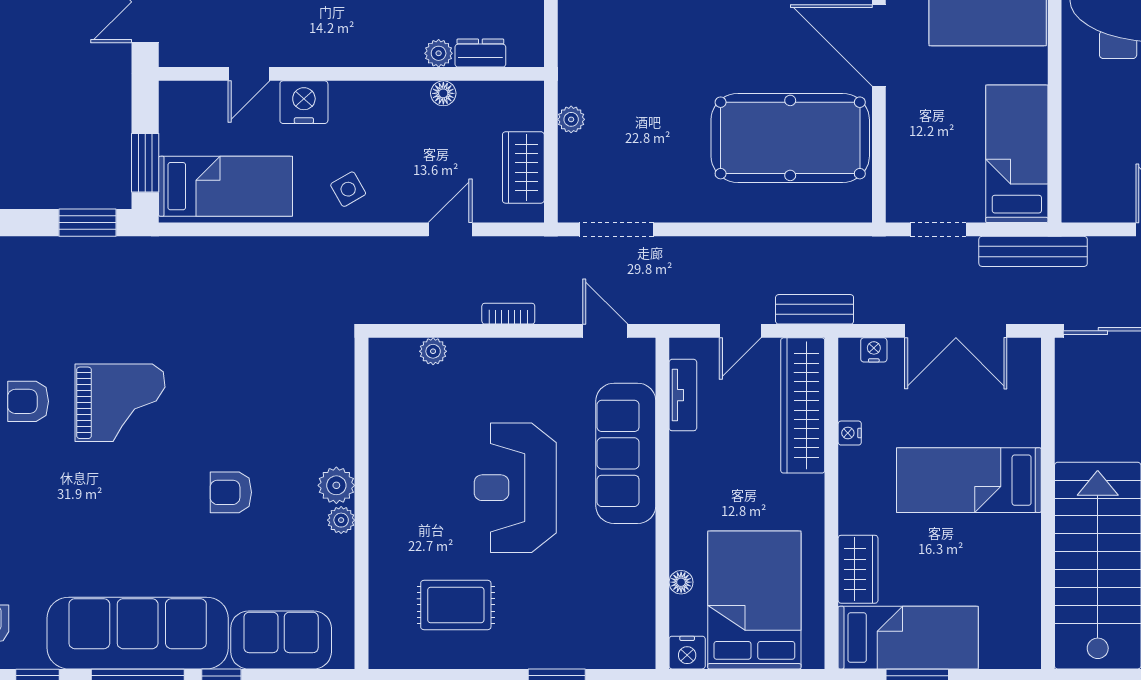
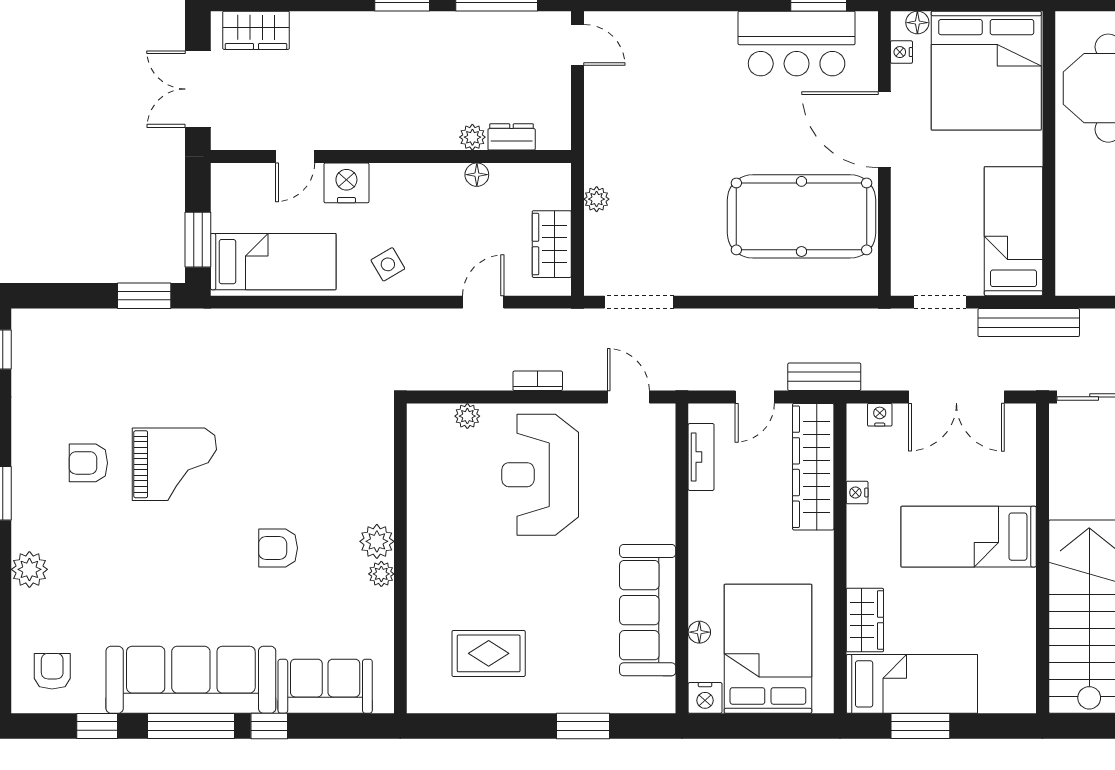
sofa: (626, 453) -> (648, 610), moved
reception desk: (515, 488) -> (540, 475), moved

